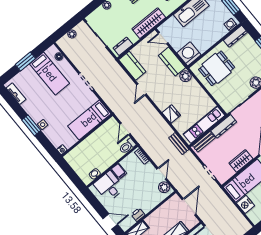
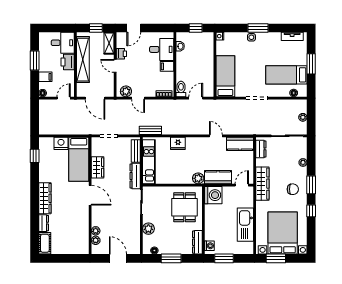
door: (125, 129) -> (196, 98), hinge flipped
window: (71, 174) -> (196, 28), added
door: (151, 212) -> (115, 66), added

